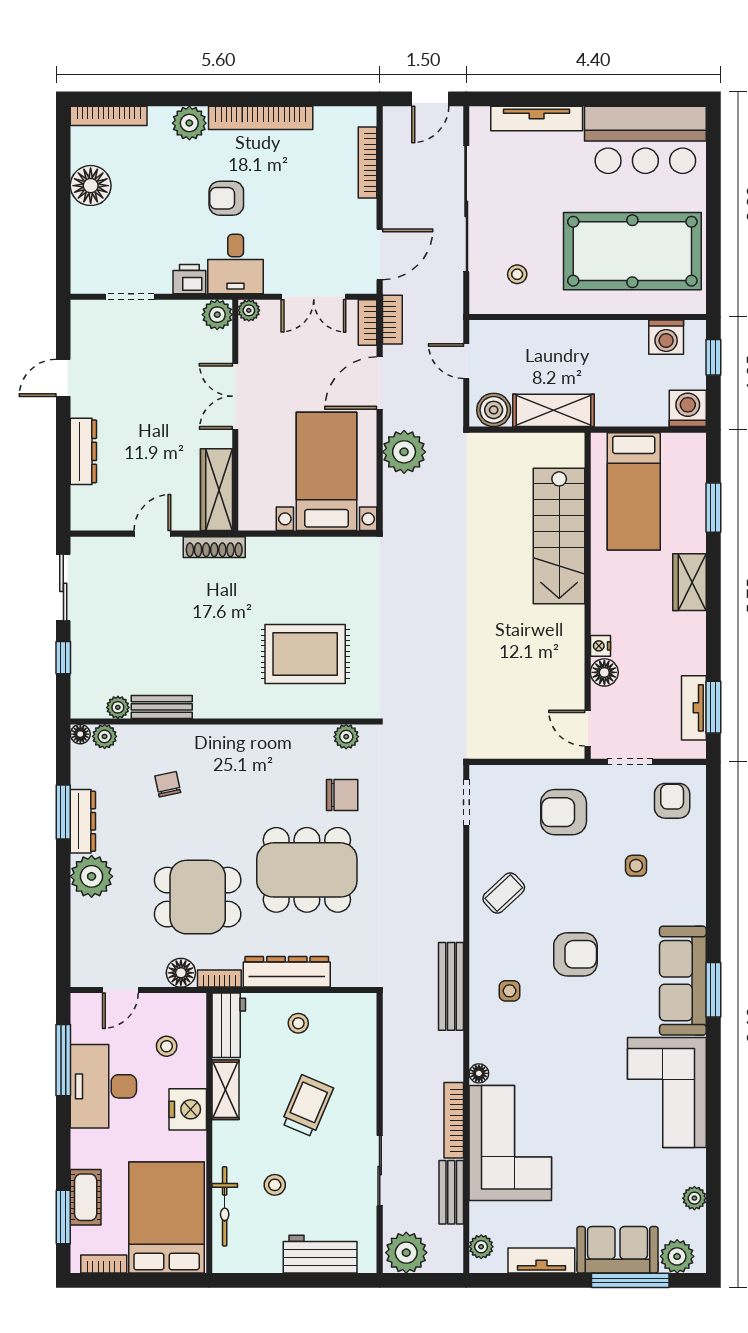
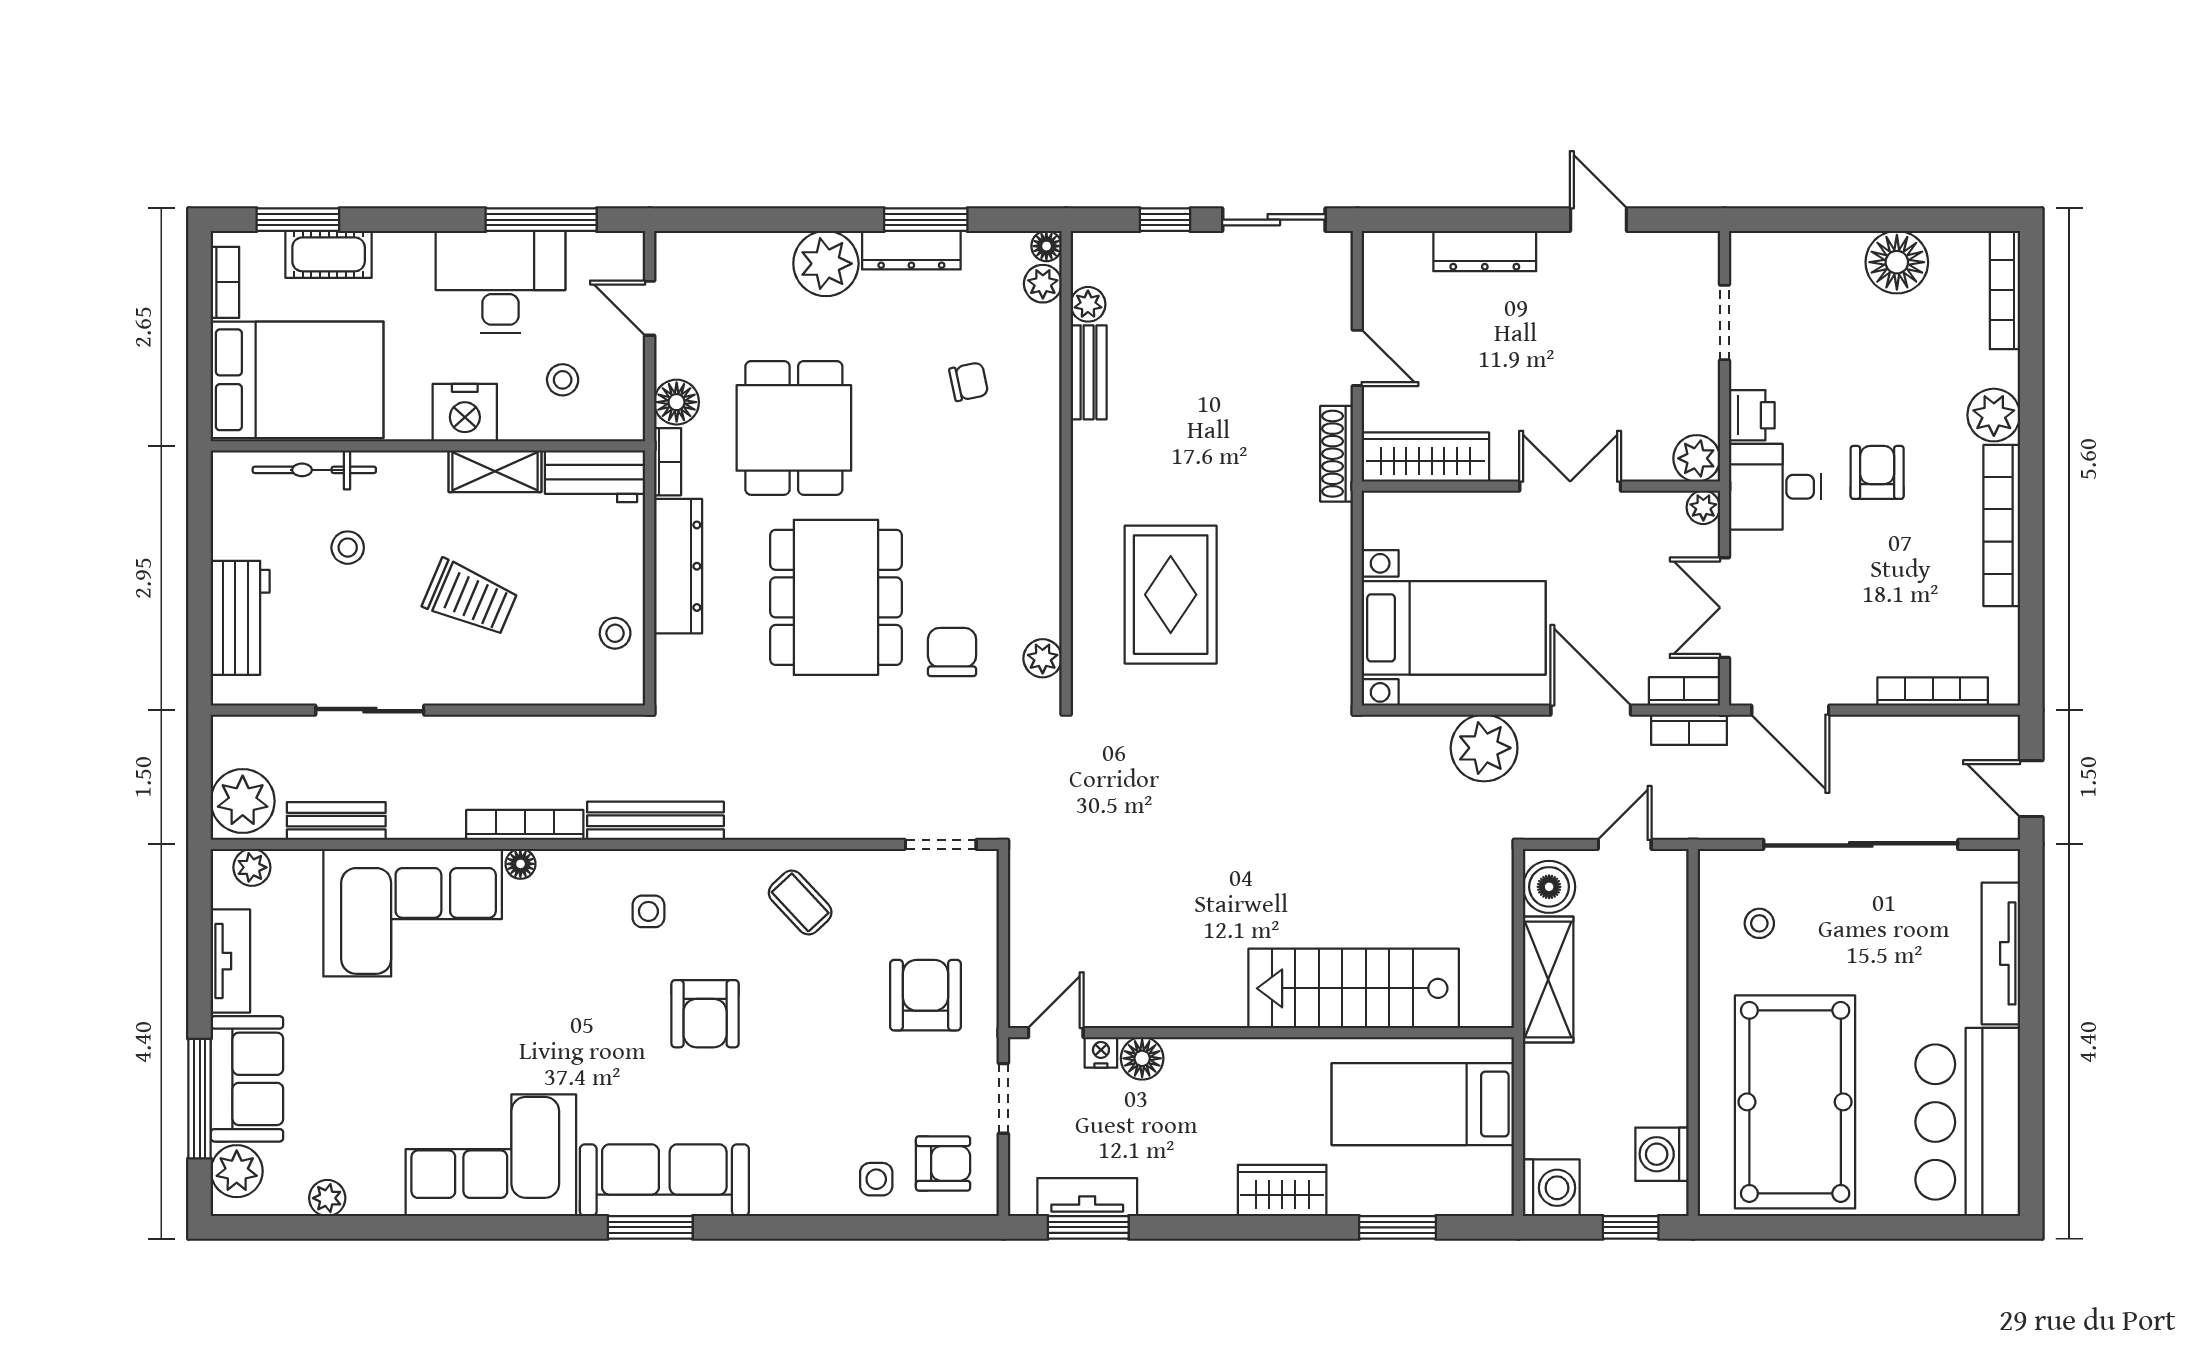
nightstand: (600, 646) -> (1101, 1052), moved
chair: (342, 795) -> (952, 652), turned 180
side table: (636, 866) -> (876, 1179), moved
stool: (298, 1023) -> (615, 633), moved
bookcase: (454, 1120) -> (525, 825), moved
plant: (406, 1253) -> (243, 801), moved

